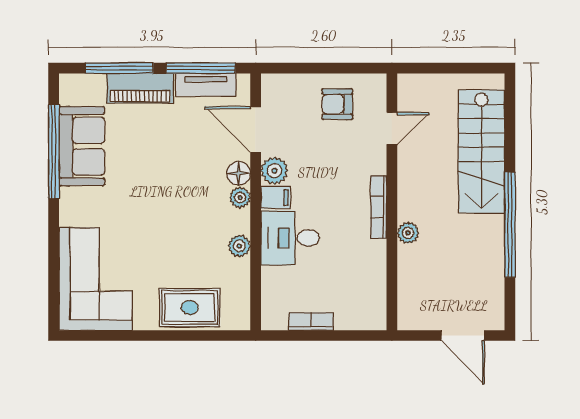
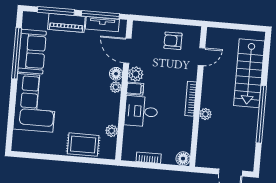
plant: (239, 246) -> (112, 131), moved
corner sofa: (96, 279) -> (35, 103), moved
floor lamp: (374, 318) -> (183, 159), added

